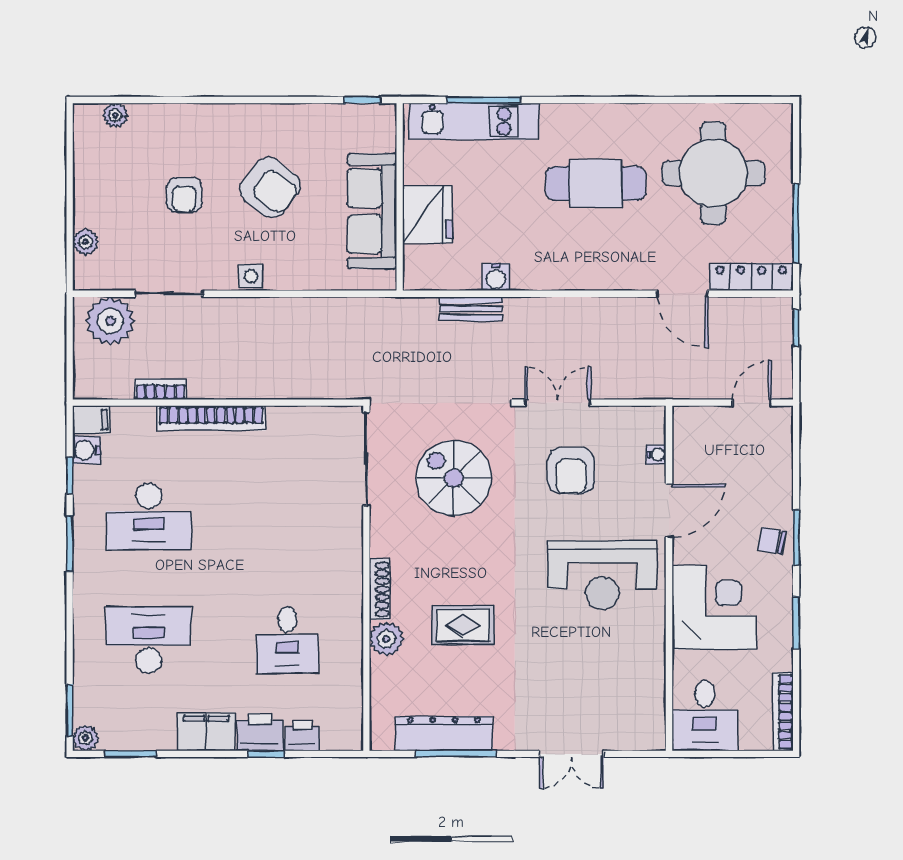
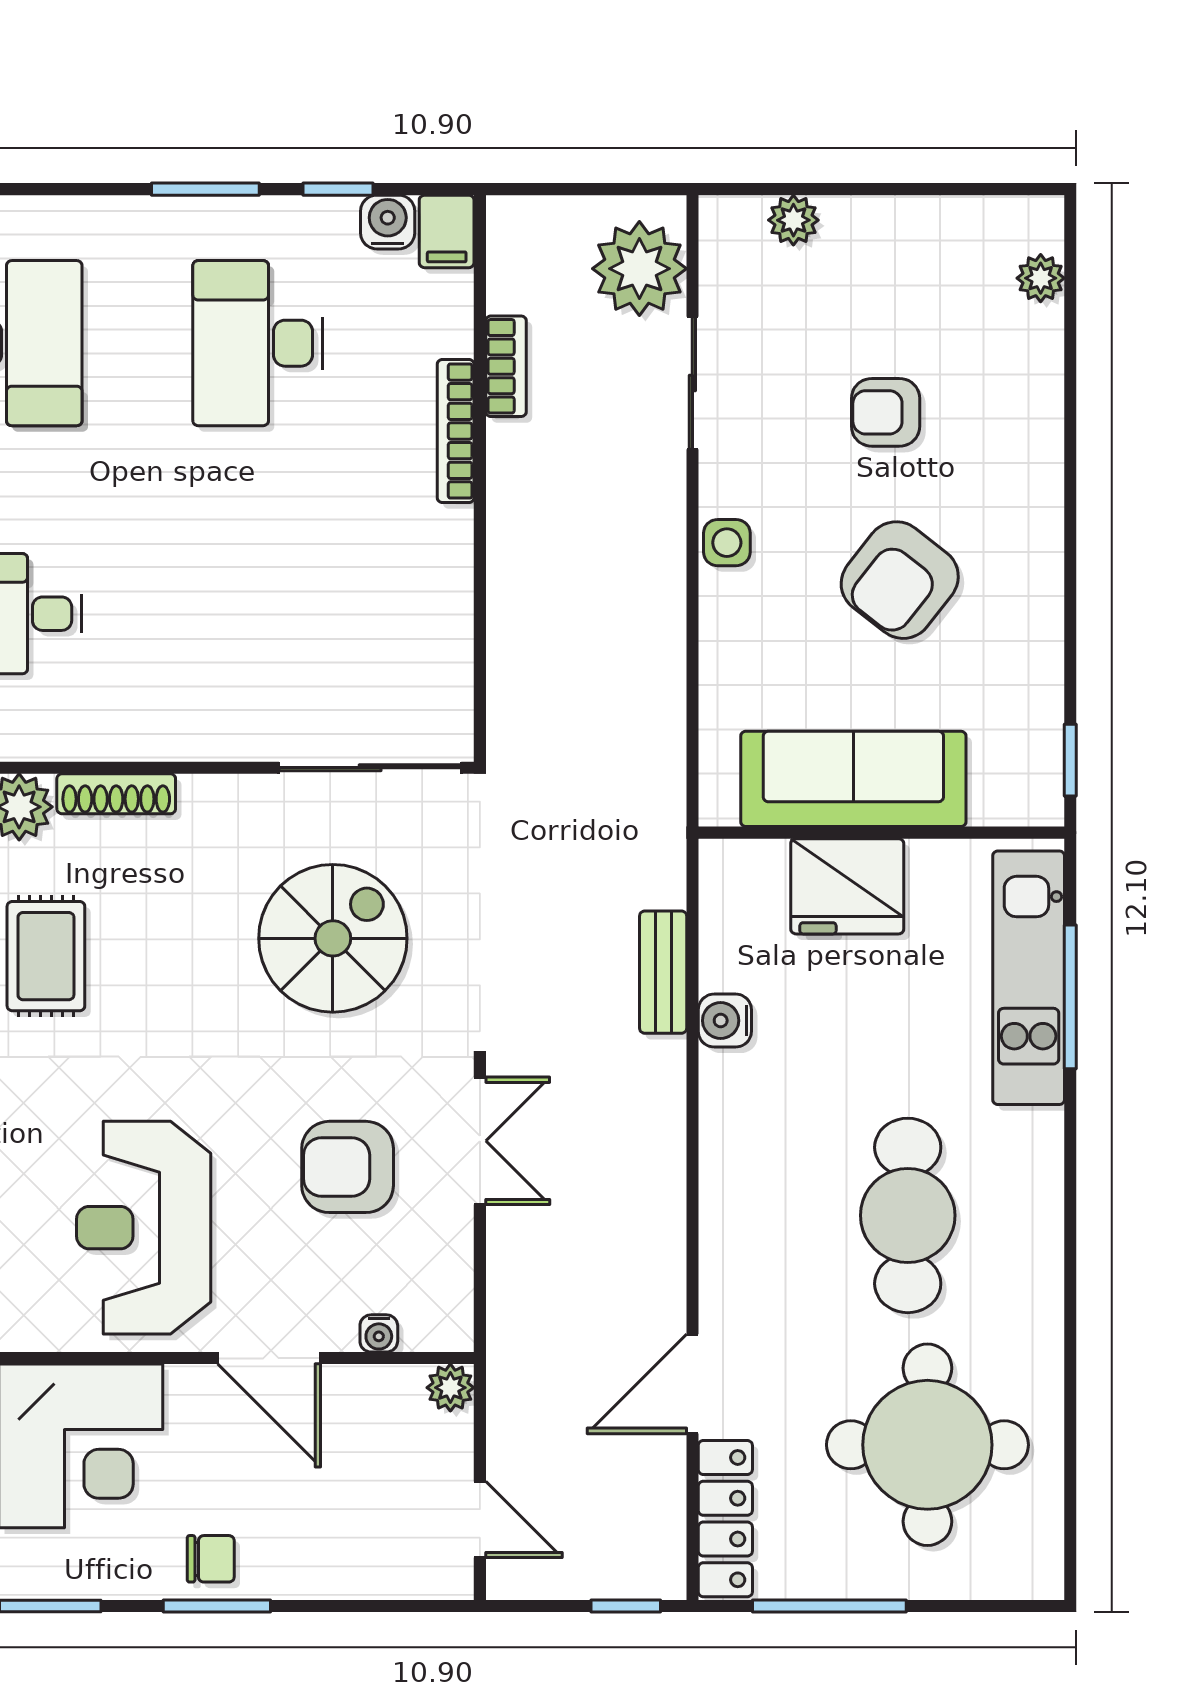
bookcase: (211, 418) -> (456, 431), width x0.68, depth x0.76
plant: (684, 418) -> (450, 1388), added
chair: (772, 541) -> (211, 1559), turned 80

